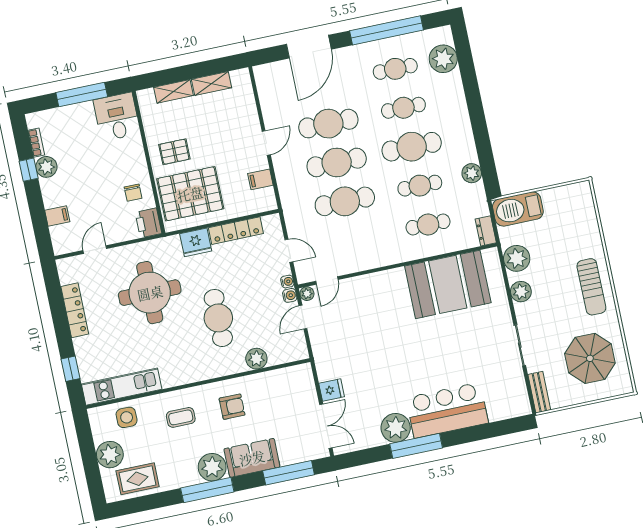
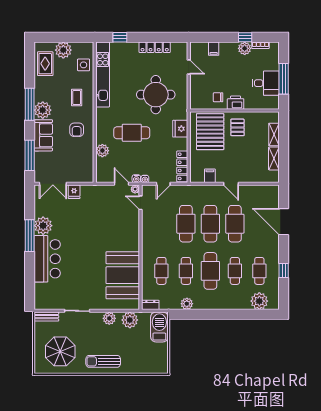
window: (387, 30) -> (284, 271), width x0.32
desk: (117, 117) -> (266, 83), moved
printer: (148, 223) -> (236, 103), moved
locker: (236, 231) -> (182, 166), moved
kitchen unit: (122, 387) -> (103, 74), width x1.36

